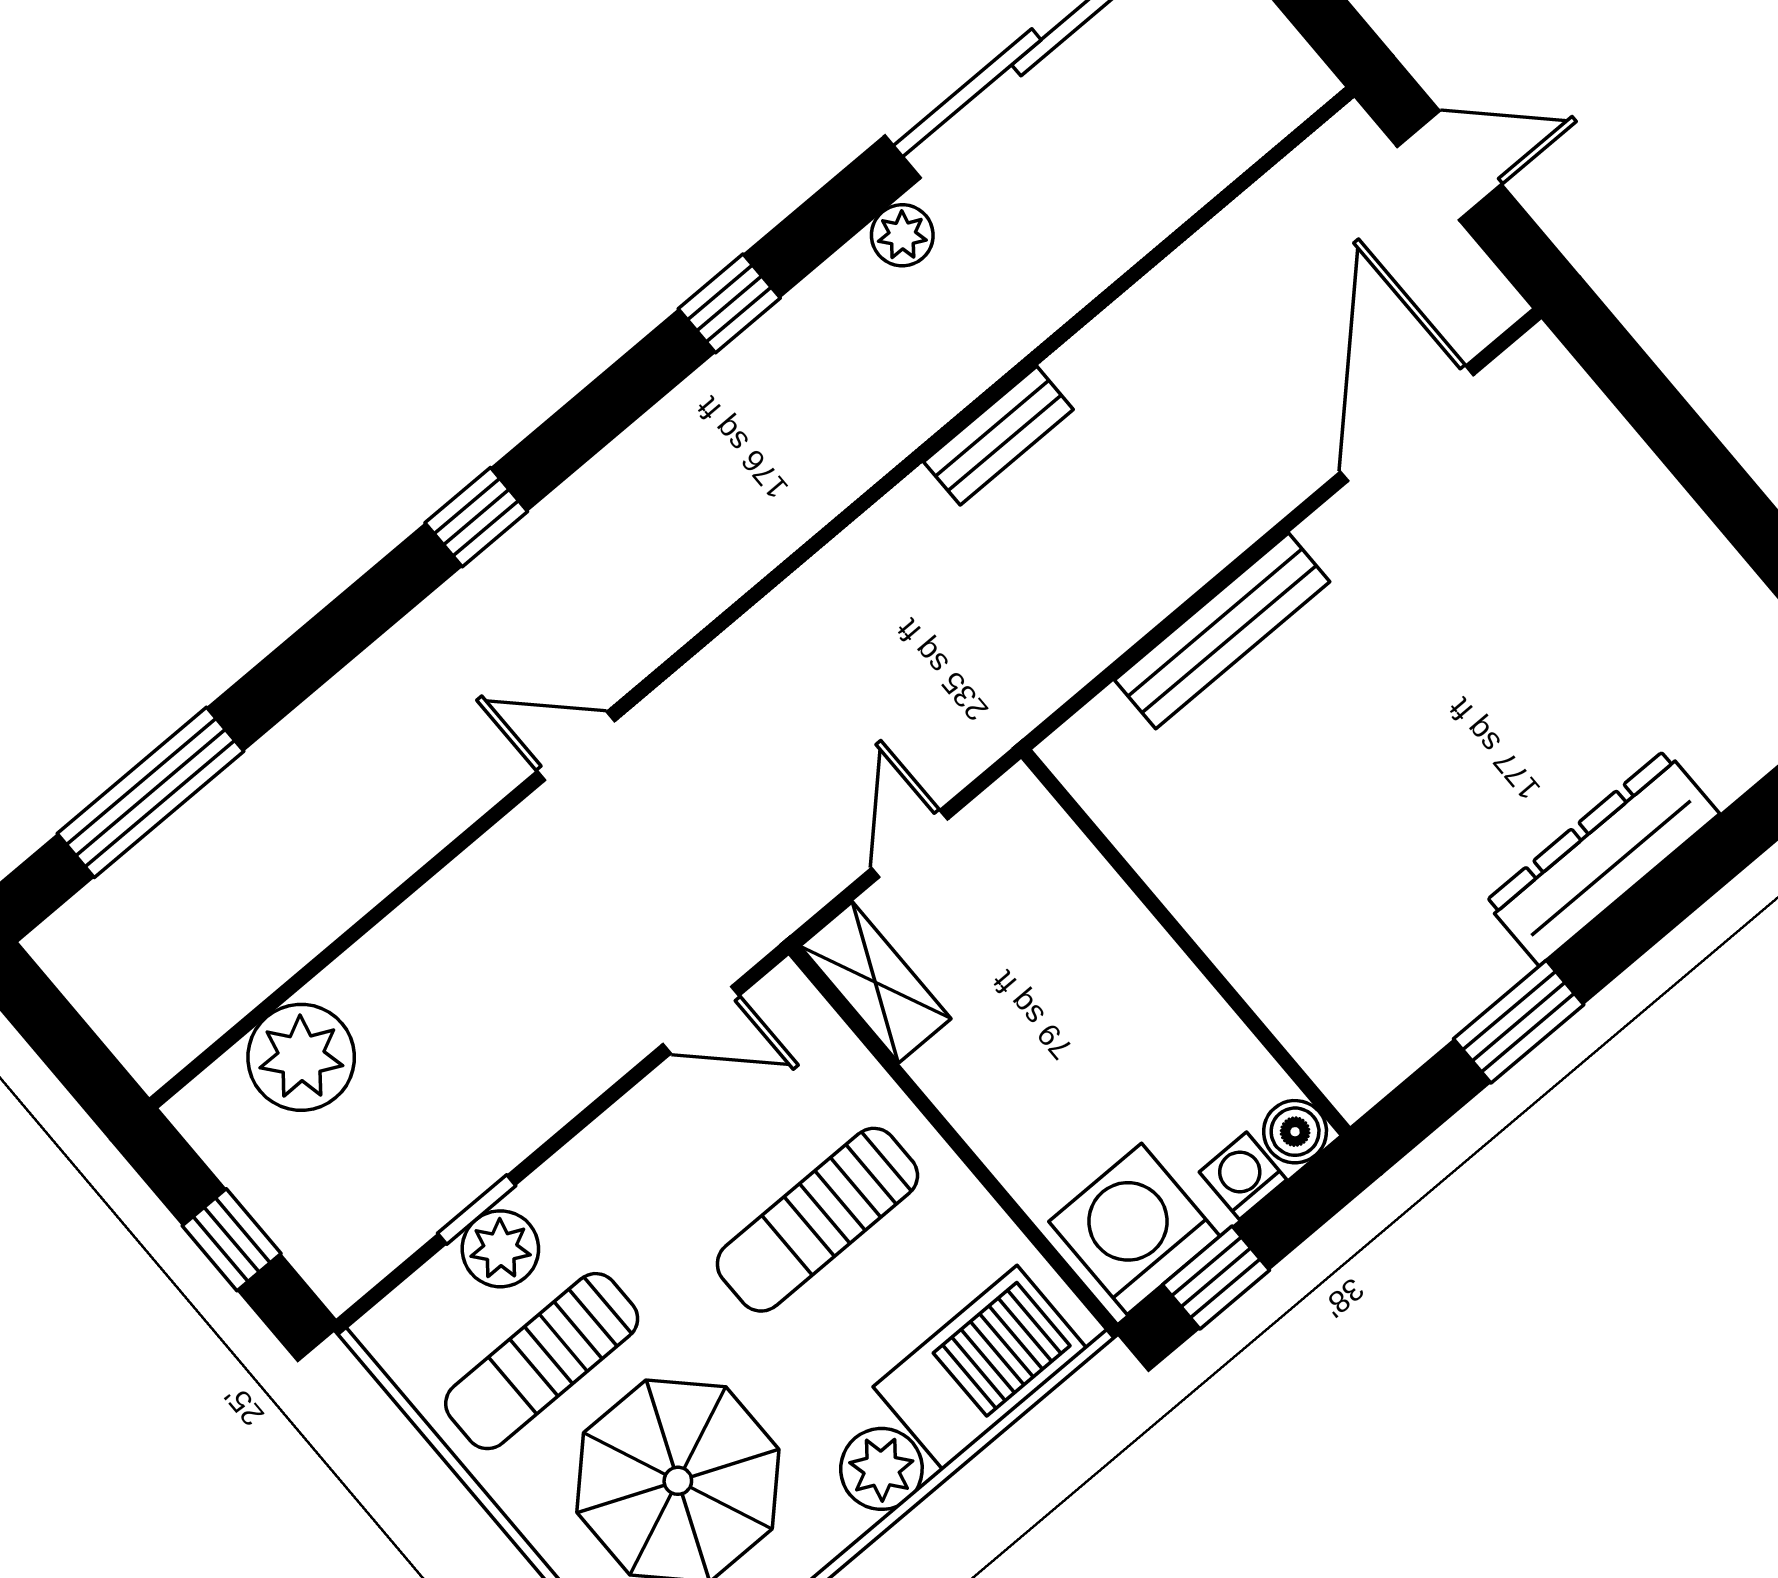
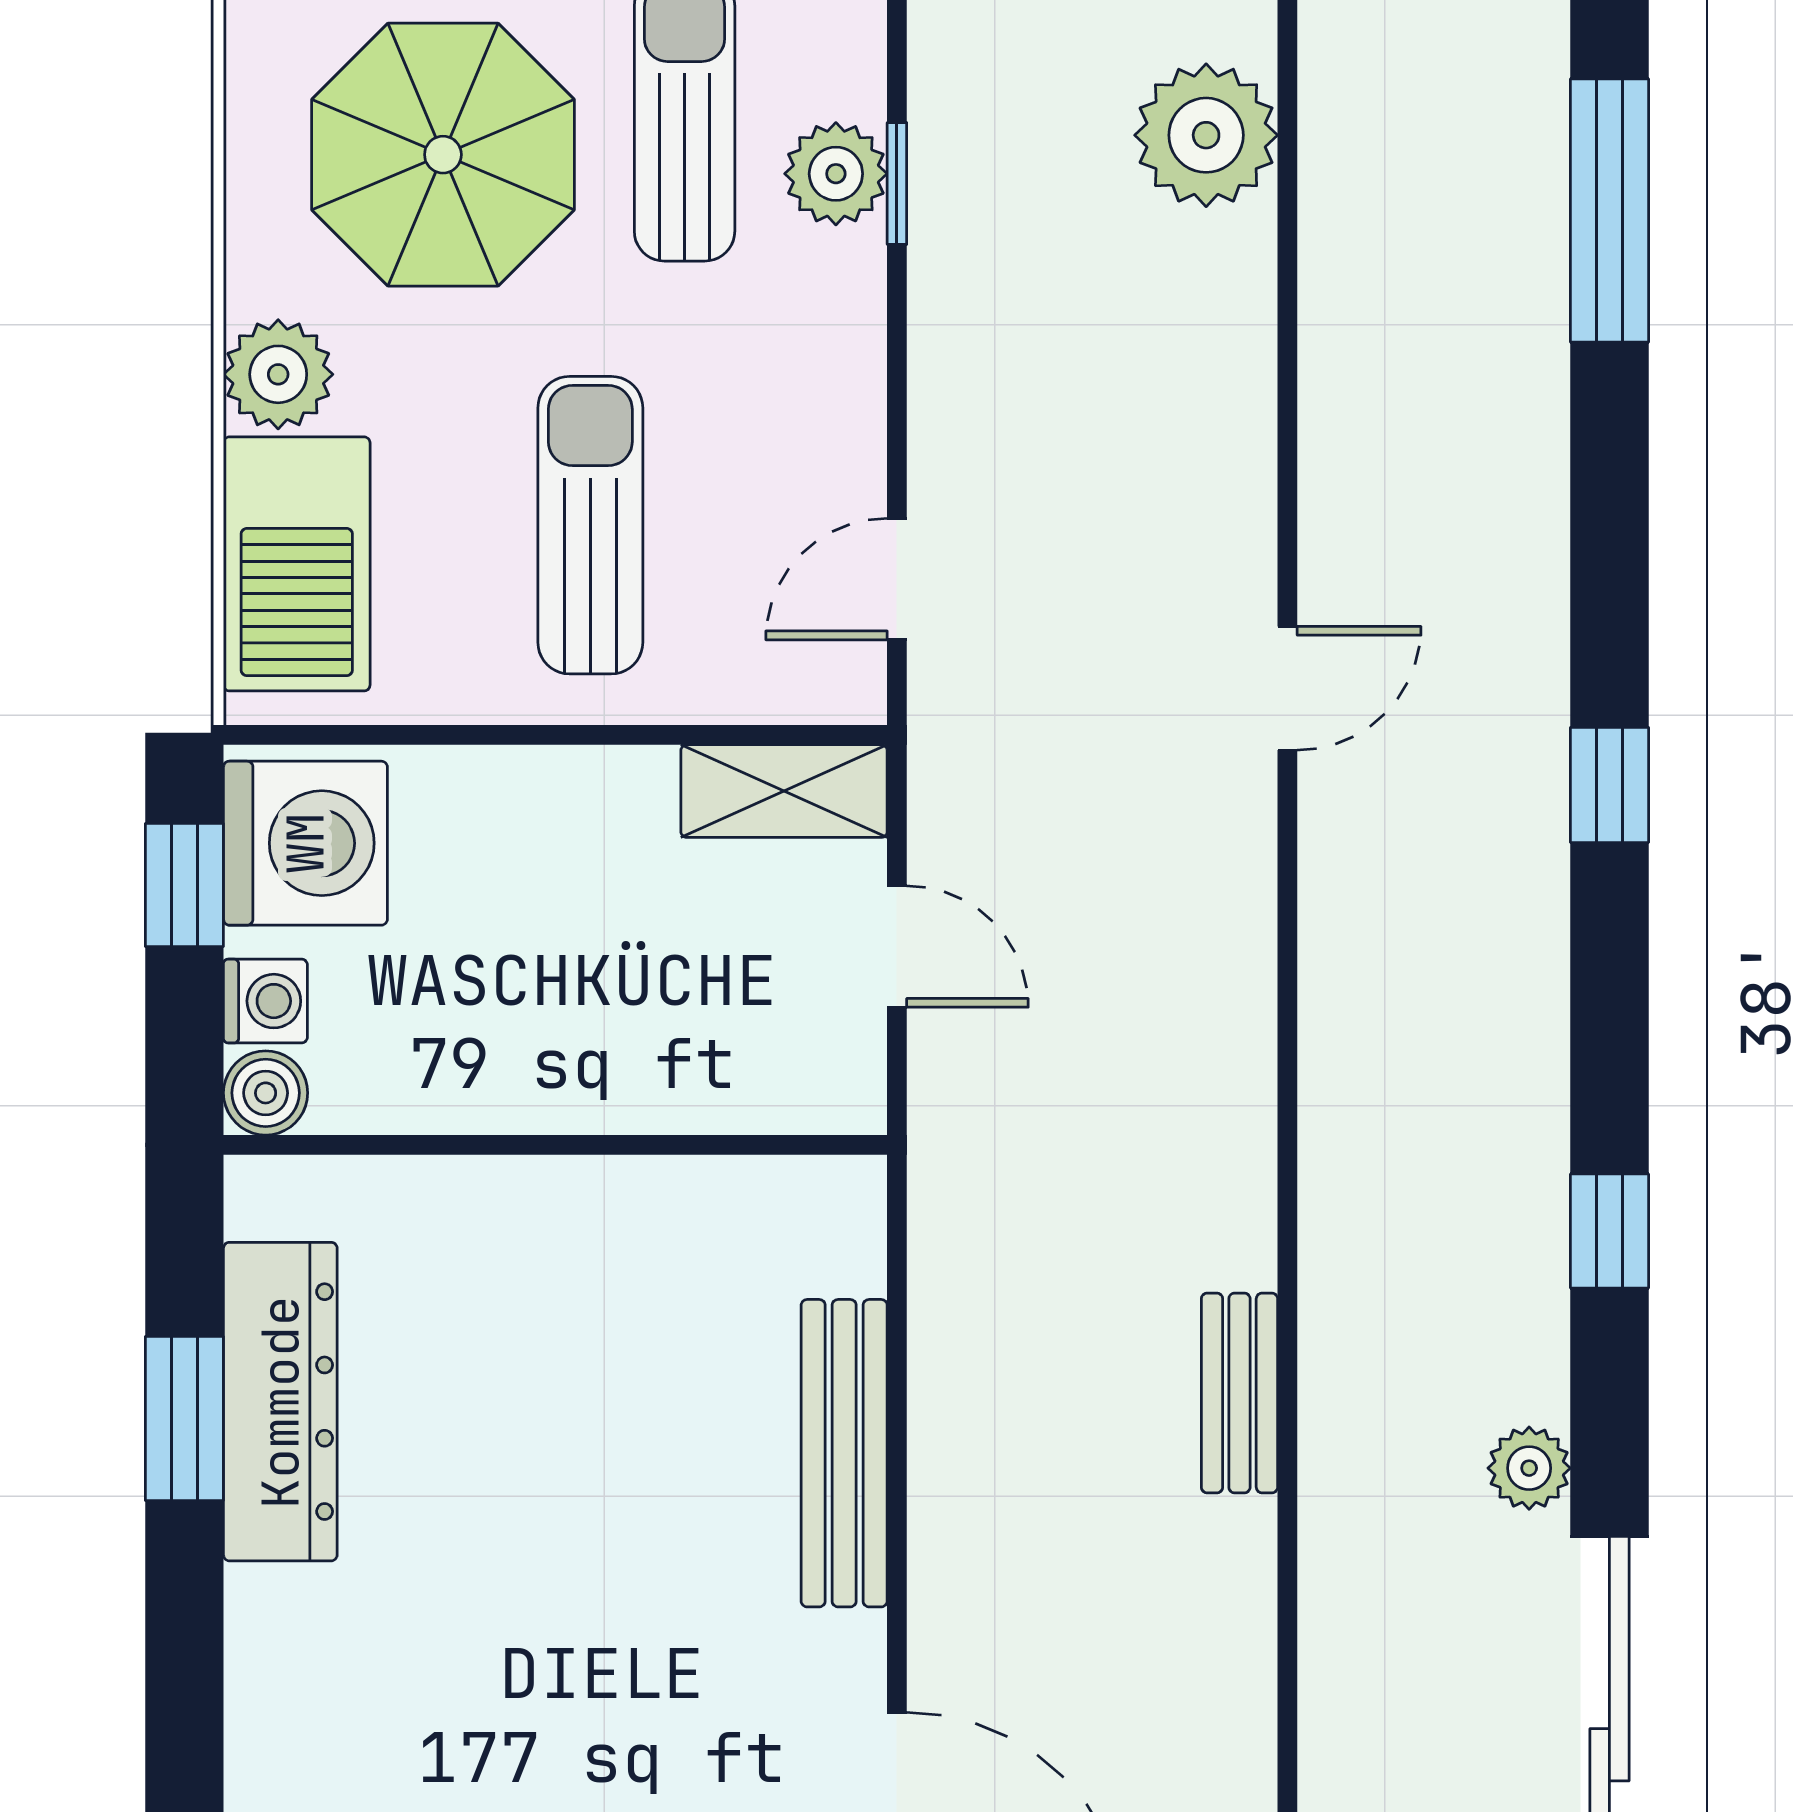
dresser: (1602, 858) -> (280, 1402), moved

